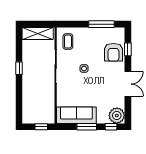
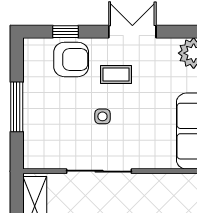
window: (102, 24) -> (17, 107), moved
coffee table: (68, 42) -> (116, 75), moved

